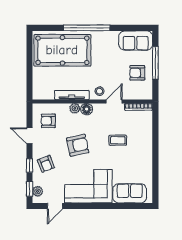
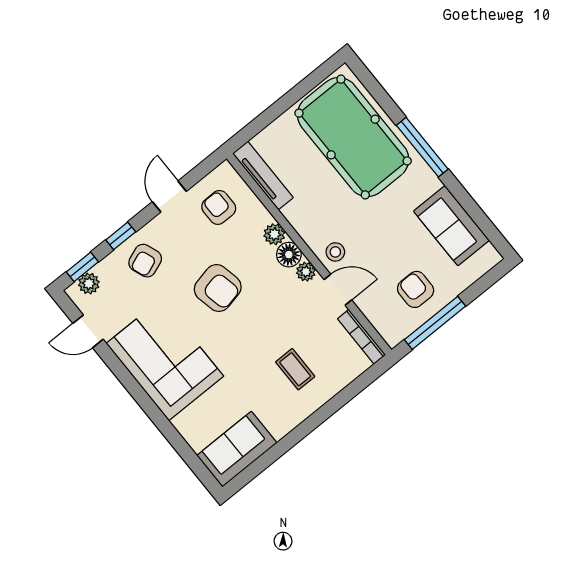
window: (87, 28) -> (422, 147), width x0.68
sofa: (136, 41) -> (451, 226), moved
window: (155, 63) -> (435, 323), moved
tv unit: (72, 95) -> (263, 176), moved
plant: (98, 108) -> (306, 272), added
coffee table: (118, 140) -> (295, 369), moved
sofa: (130, 193) -> (237, 449), moved, turned -90

